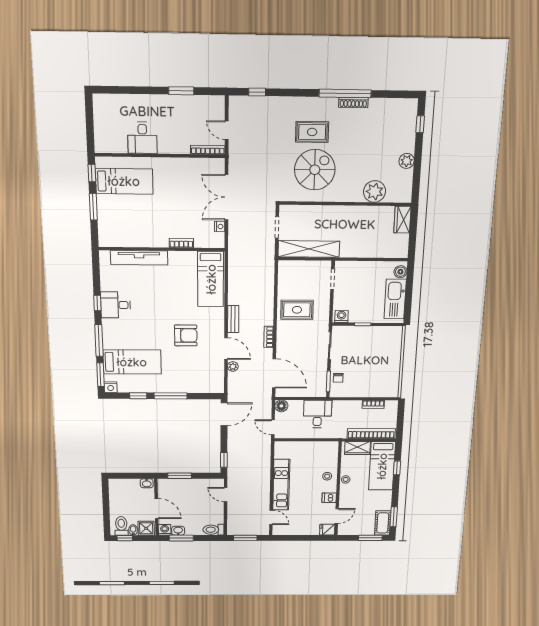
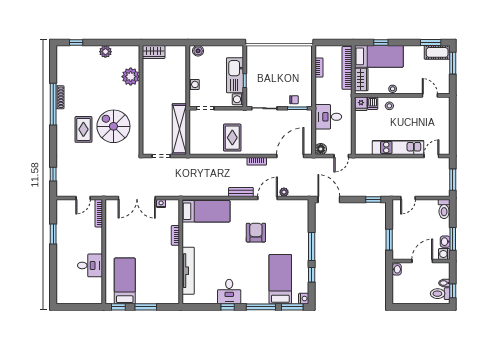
washing machine: (361, 267) -> (194, 84), added
kitchen sink: (395, 299) -> (235, 75), moved, turned 90
dishwasher: (329, 498) -> (373, 103), moved
shower: (146, 528) -> (443, 271), removed
fridge: (327, 530) -> (361, 104), moved

